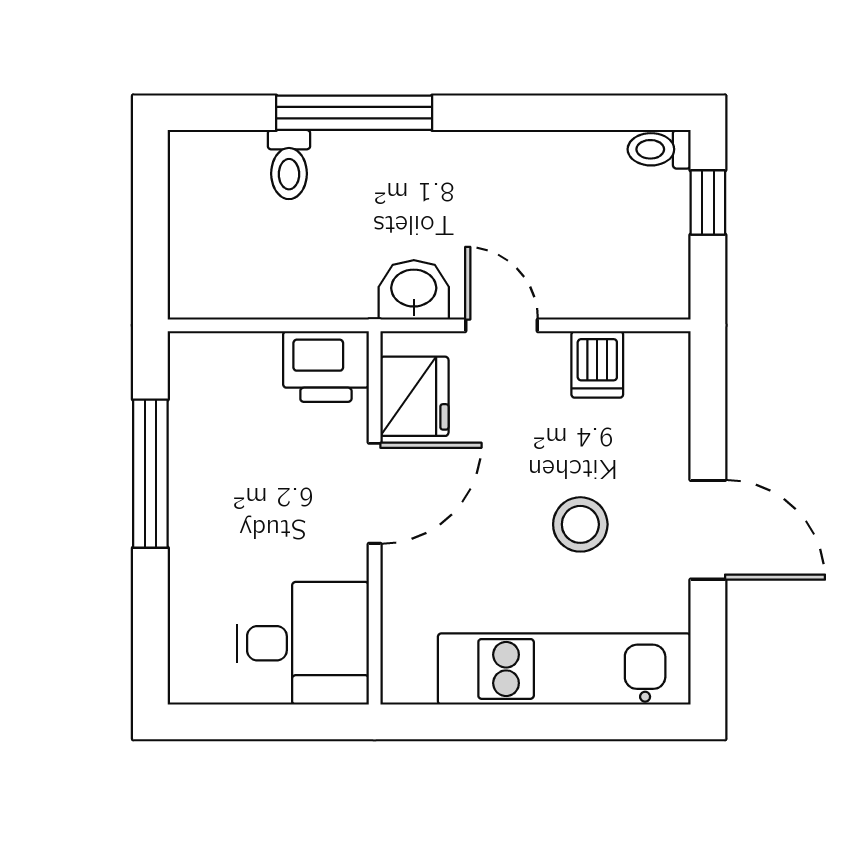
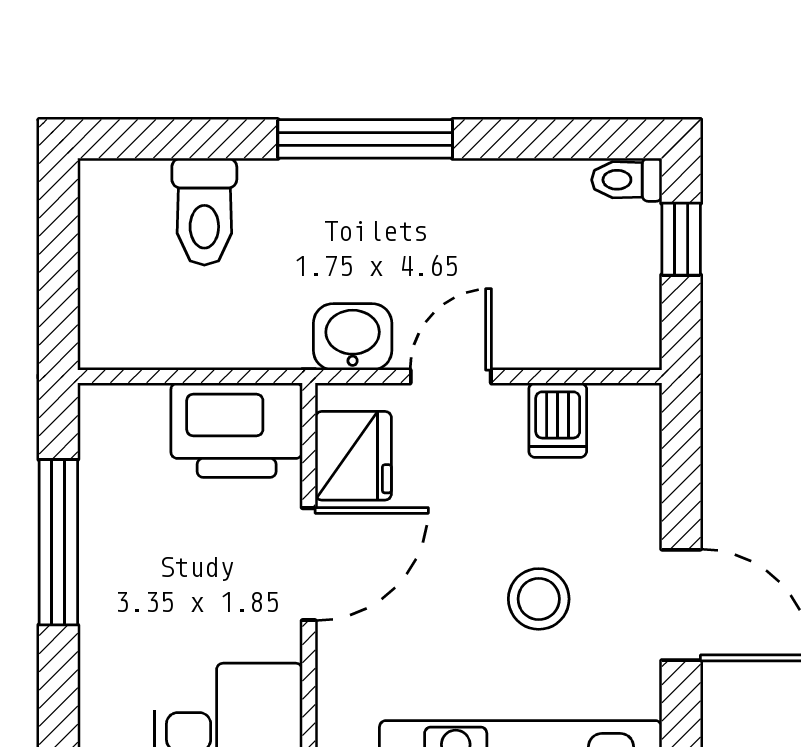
window: (354, 113) -> (365, 139), moved
toilet: (289, 165) -> (204, 212), width x1.37, depth x1.39
door: (502, 325) -> (451, 376), hinge flipped
printer: (326, 366) -> (237, 430), width x1.37, depth x1.19

